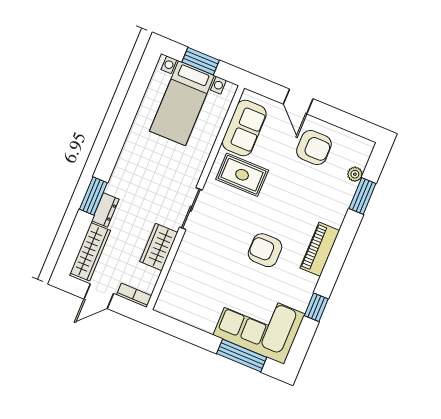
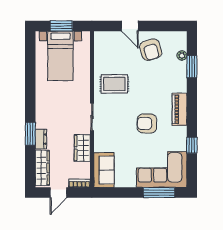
sofa: (244, 128) -> (104, 170), moved
armchair: (314, 148) -> (151, 50), turned 73

